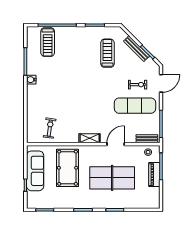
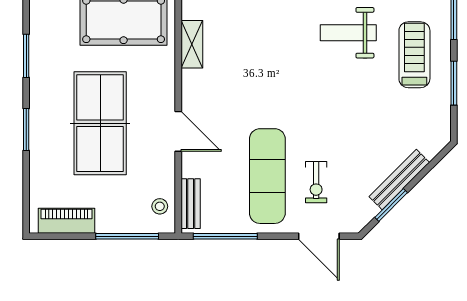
treadmill: (107, 53) -> (414, 55), moved, turned -90
weight bench: (73, 71) -> (348, 33), added
shelving: (90, 138) -> (192, 44), moved
piano: (154, 175) -> (67, 221), moved

